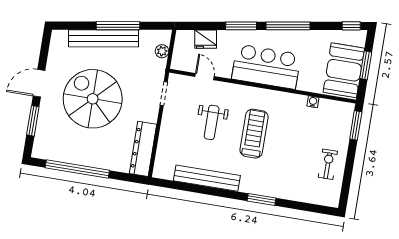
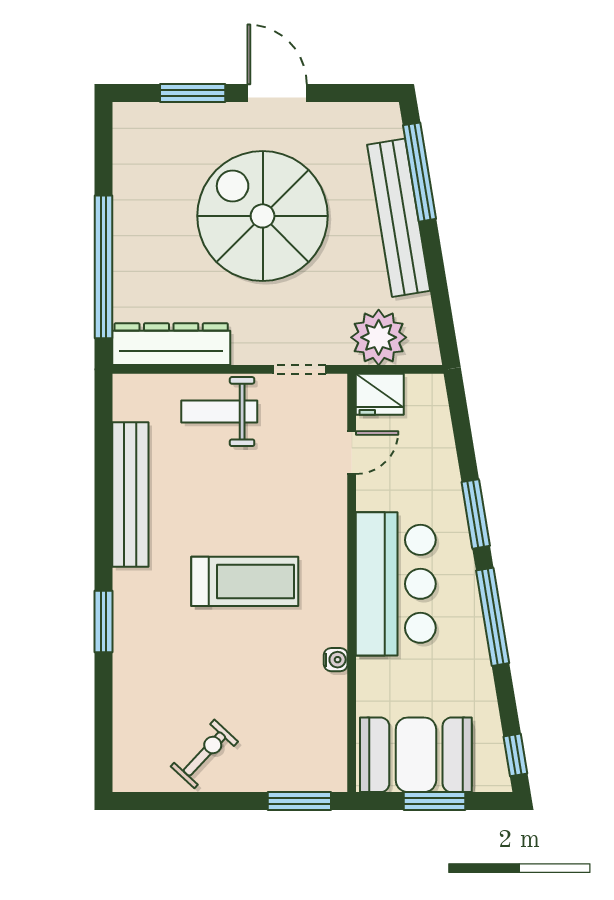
window: (118, 26) -> (419, 172), moved
fridge: (206, 39) -> (380, 394), moved, turned -81
plant: (162, 51) -> (379, 337), width x1.88, depth x1.88
spiral stairs: (93, 99) -> (263, 216), turned -90
water cooler: (313, 102) -> (336, 660), moved
weight bench: (212, 122) -> (219, 412), moved
exercise bike: (328, 164) -> (204, 754), turned -47
window: (77, 169) -> (103, 267), moved

